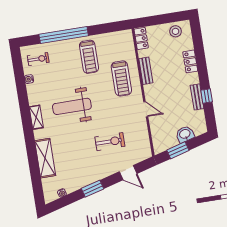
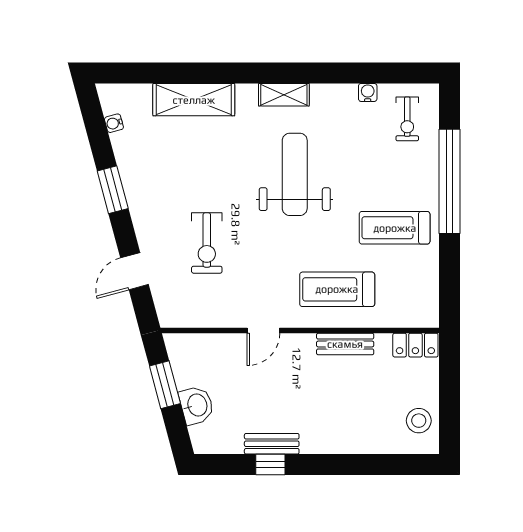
locker: (190, 61) -> (350, 442), removed

